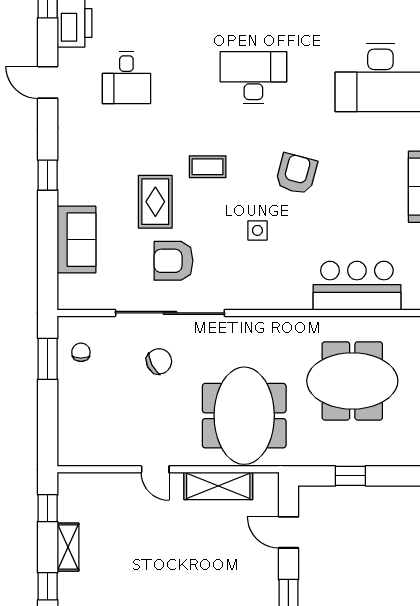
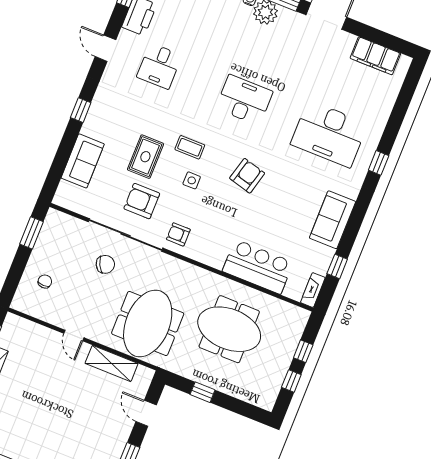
side table: (257, 230) -> (192, 180), moved
armchair: (238, 285) -> (178, 234), added
chair: (81, 352) -> (45, 281), moved

